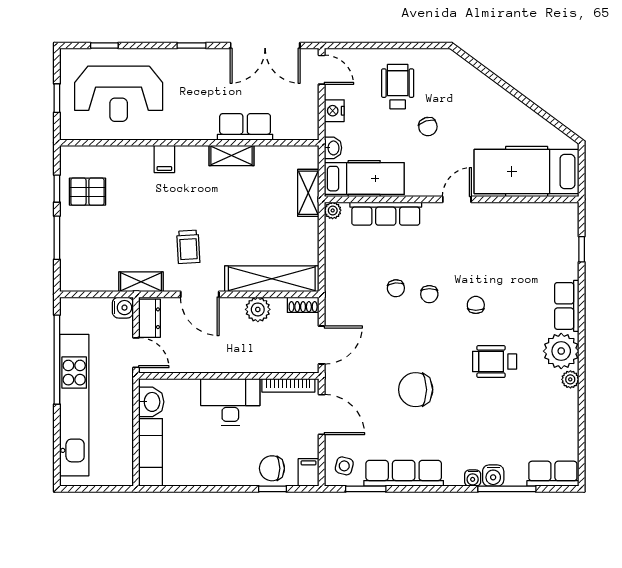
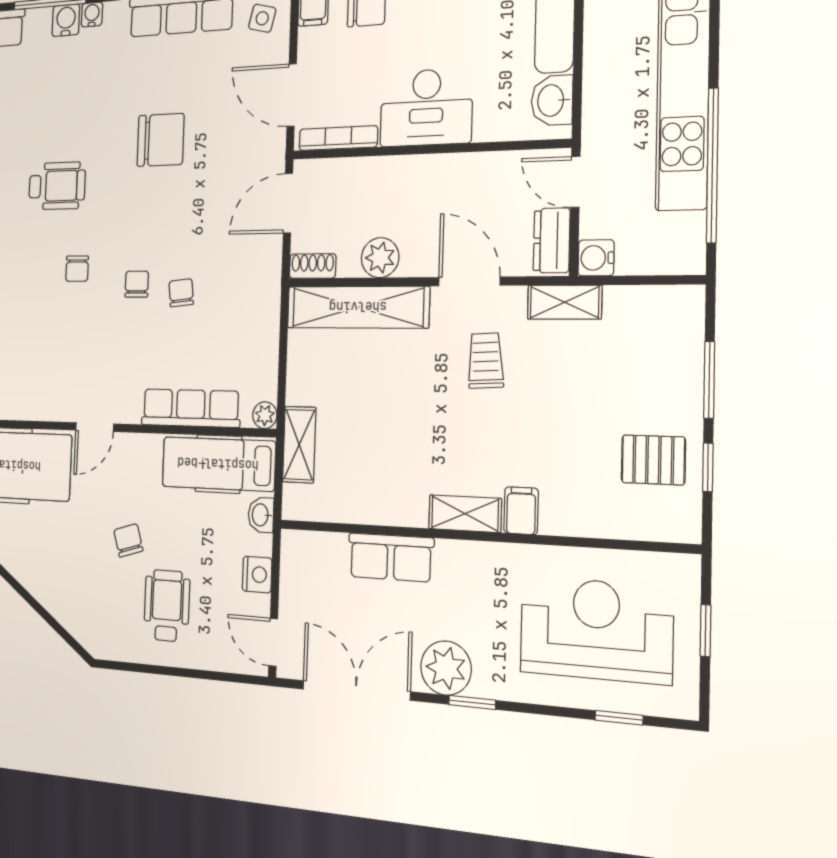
plant: (208, 64) -> (446, 668), added
wheelchair: (398, 87) -> (167, 606), turned 180
shelving: (231, 156) -> (465, 514), moved

